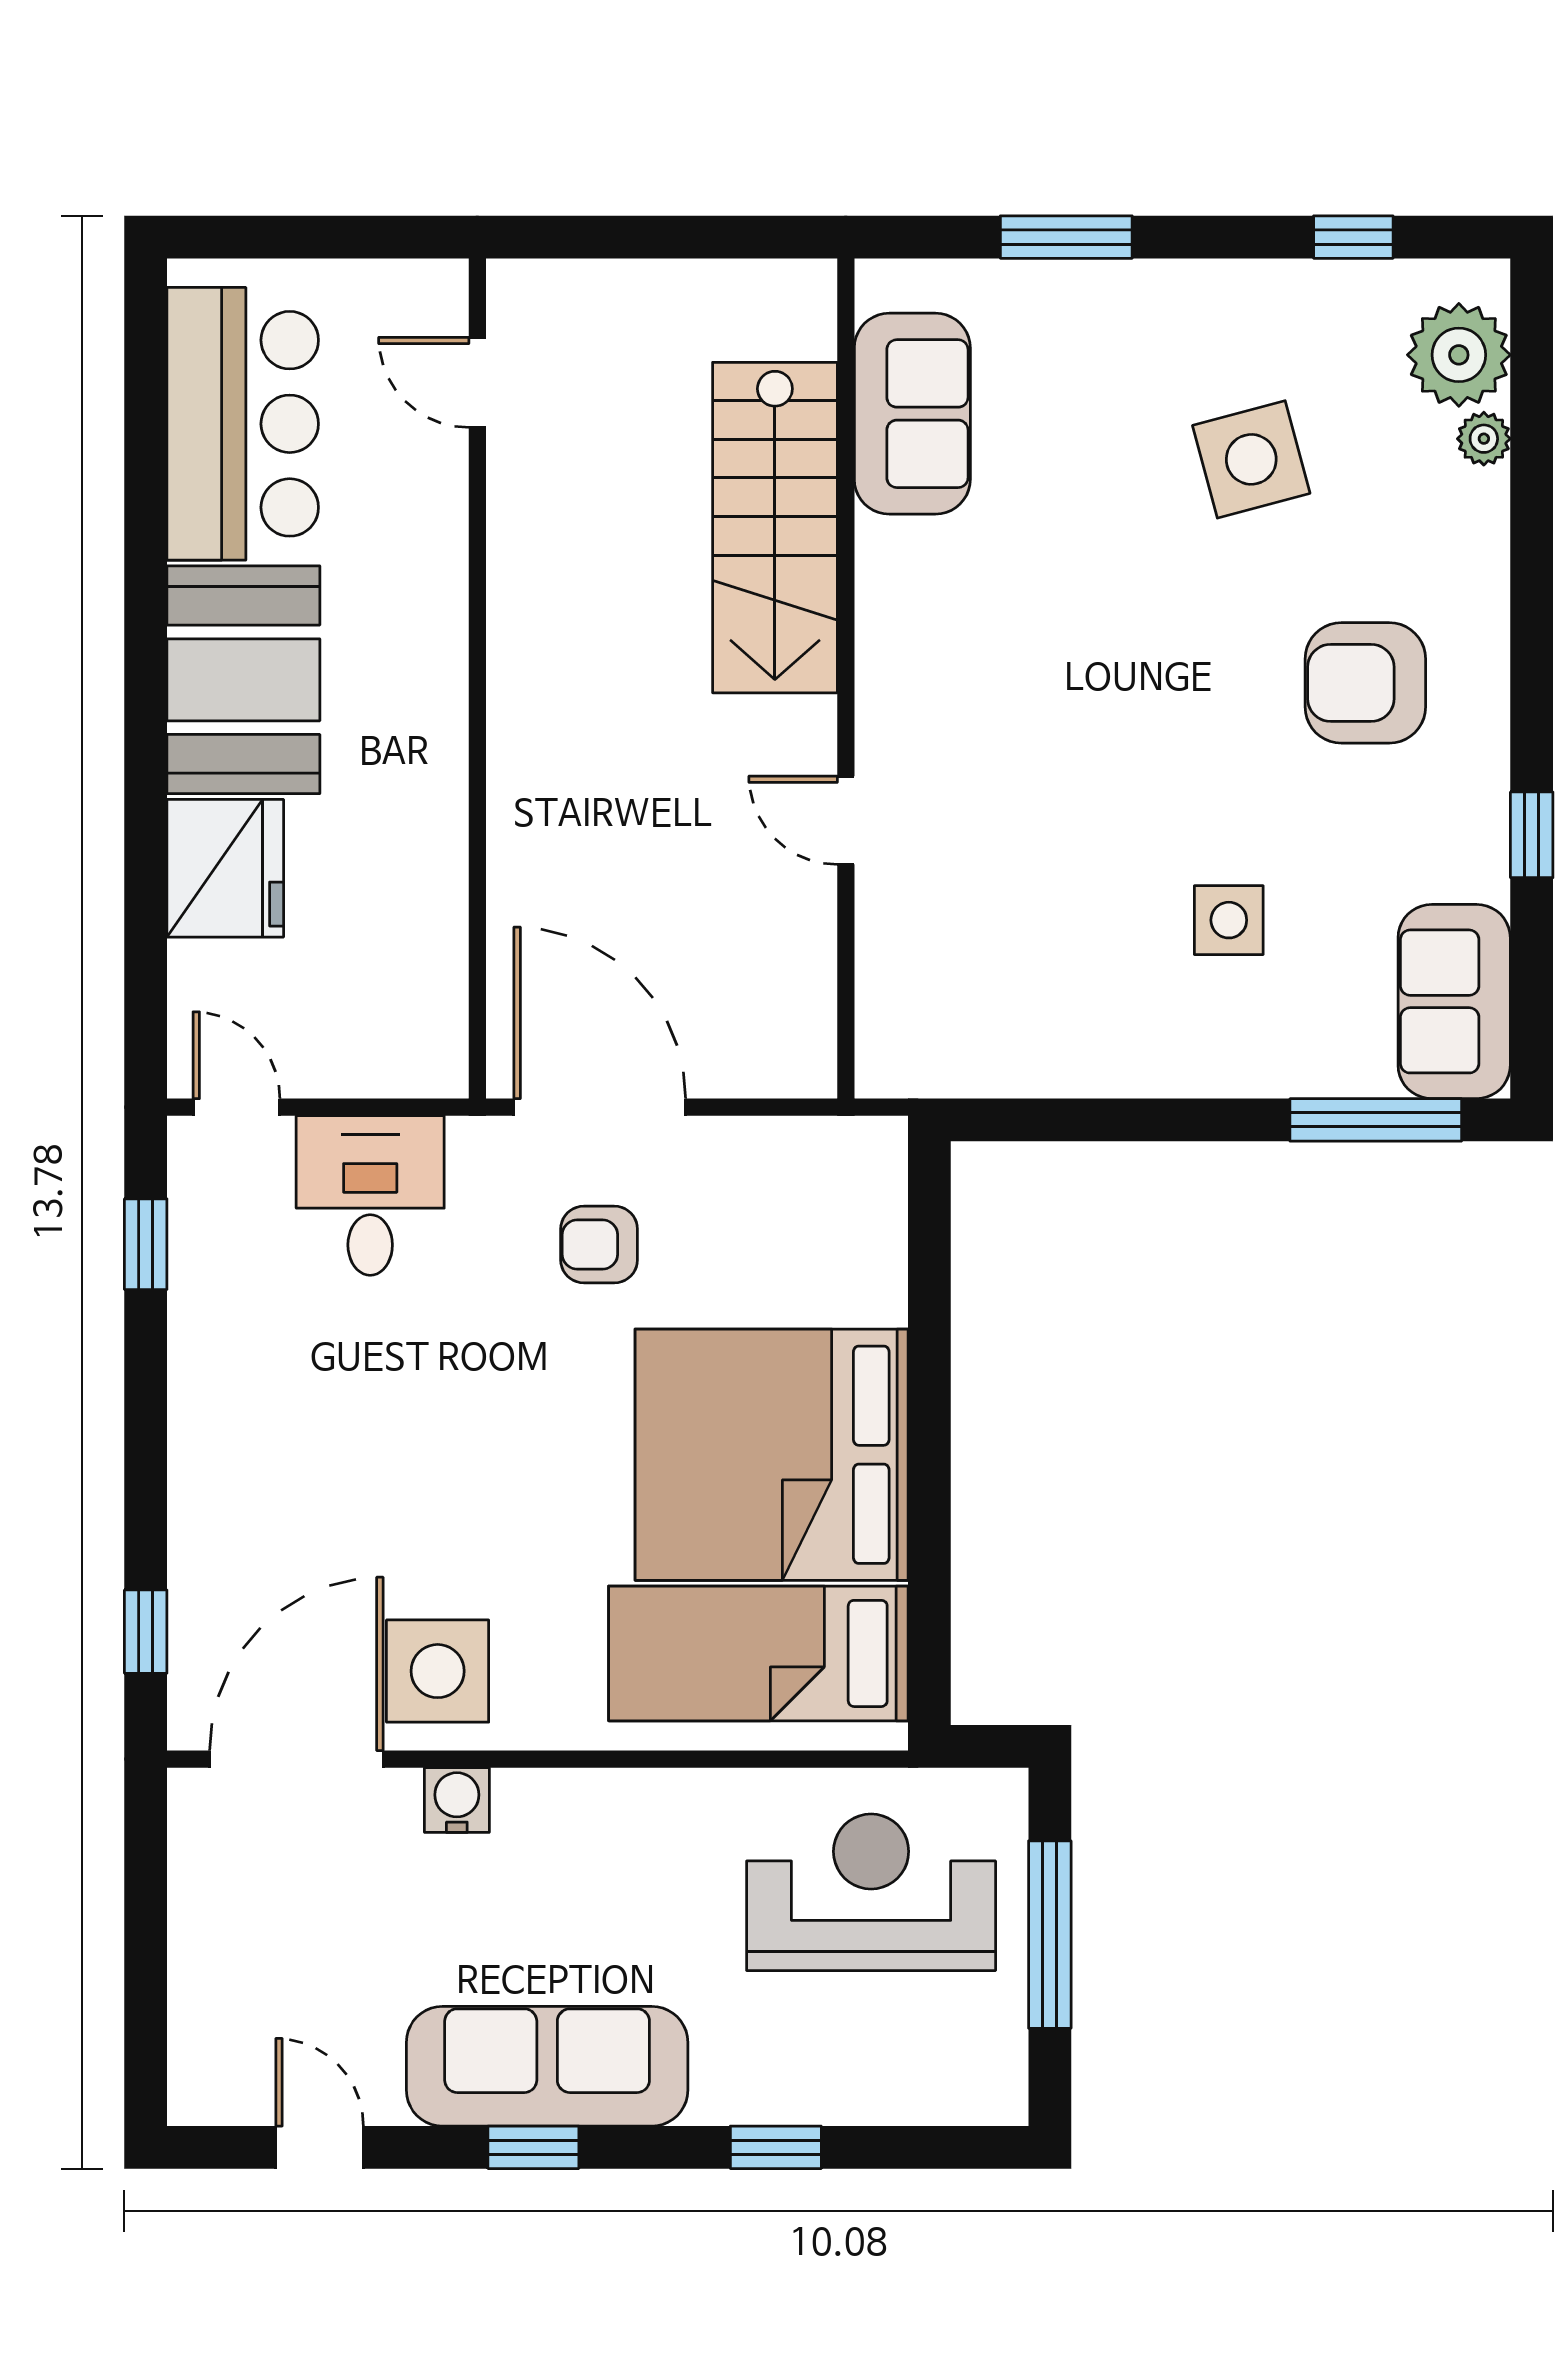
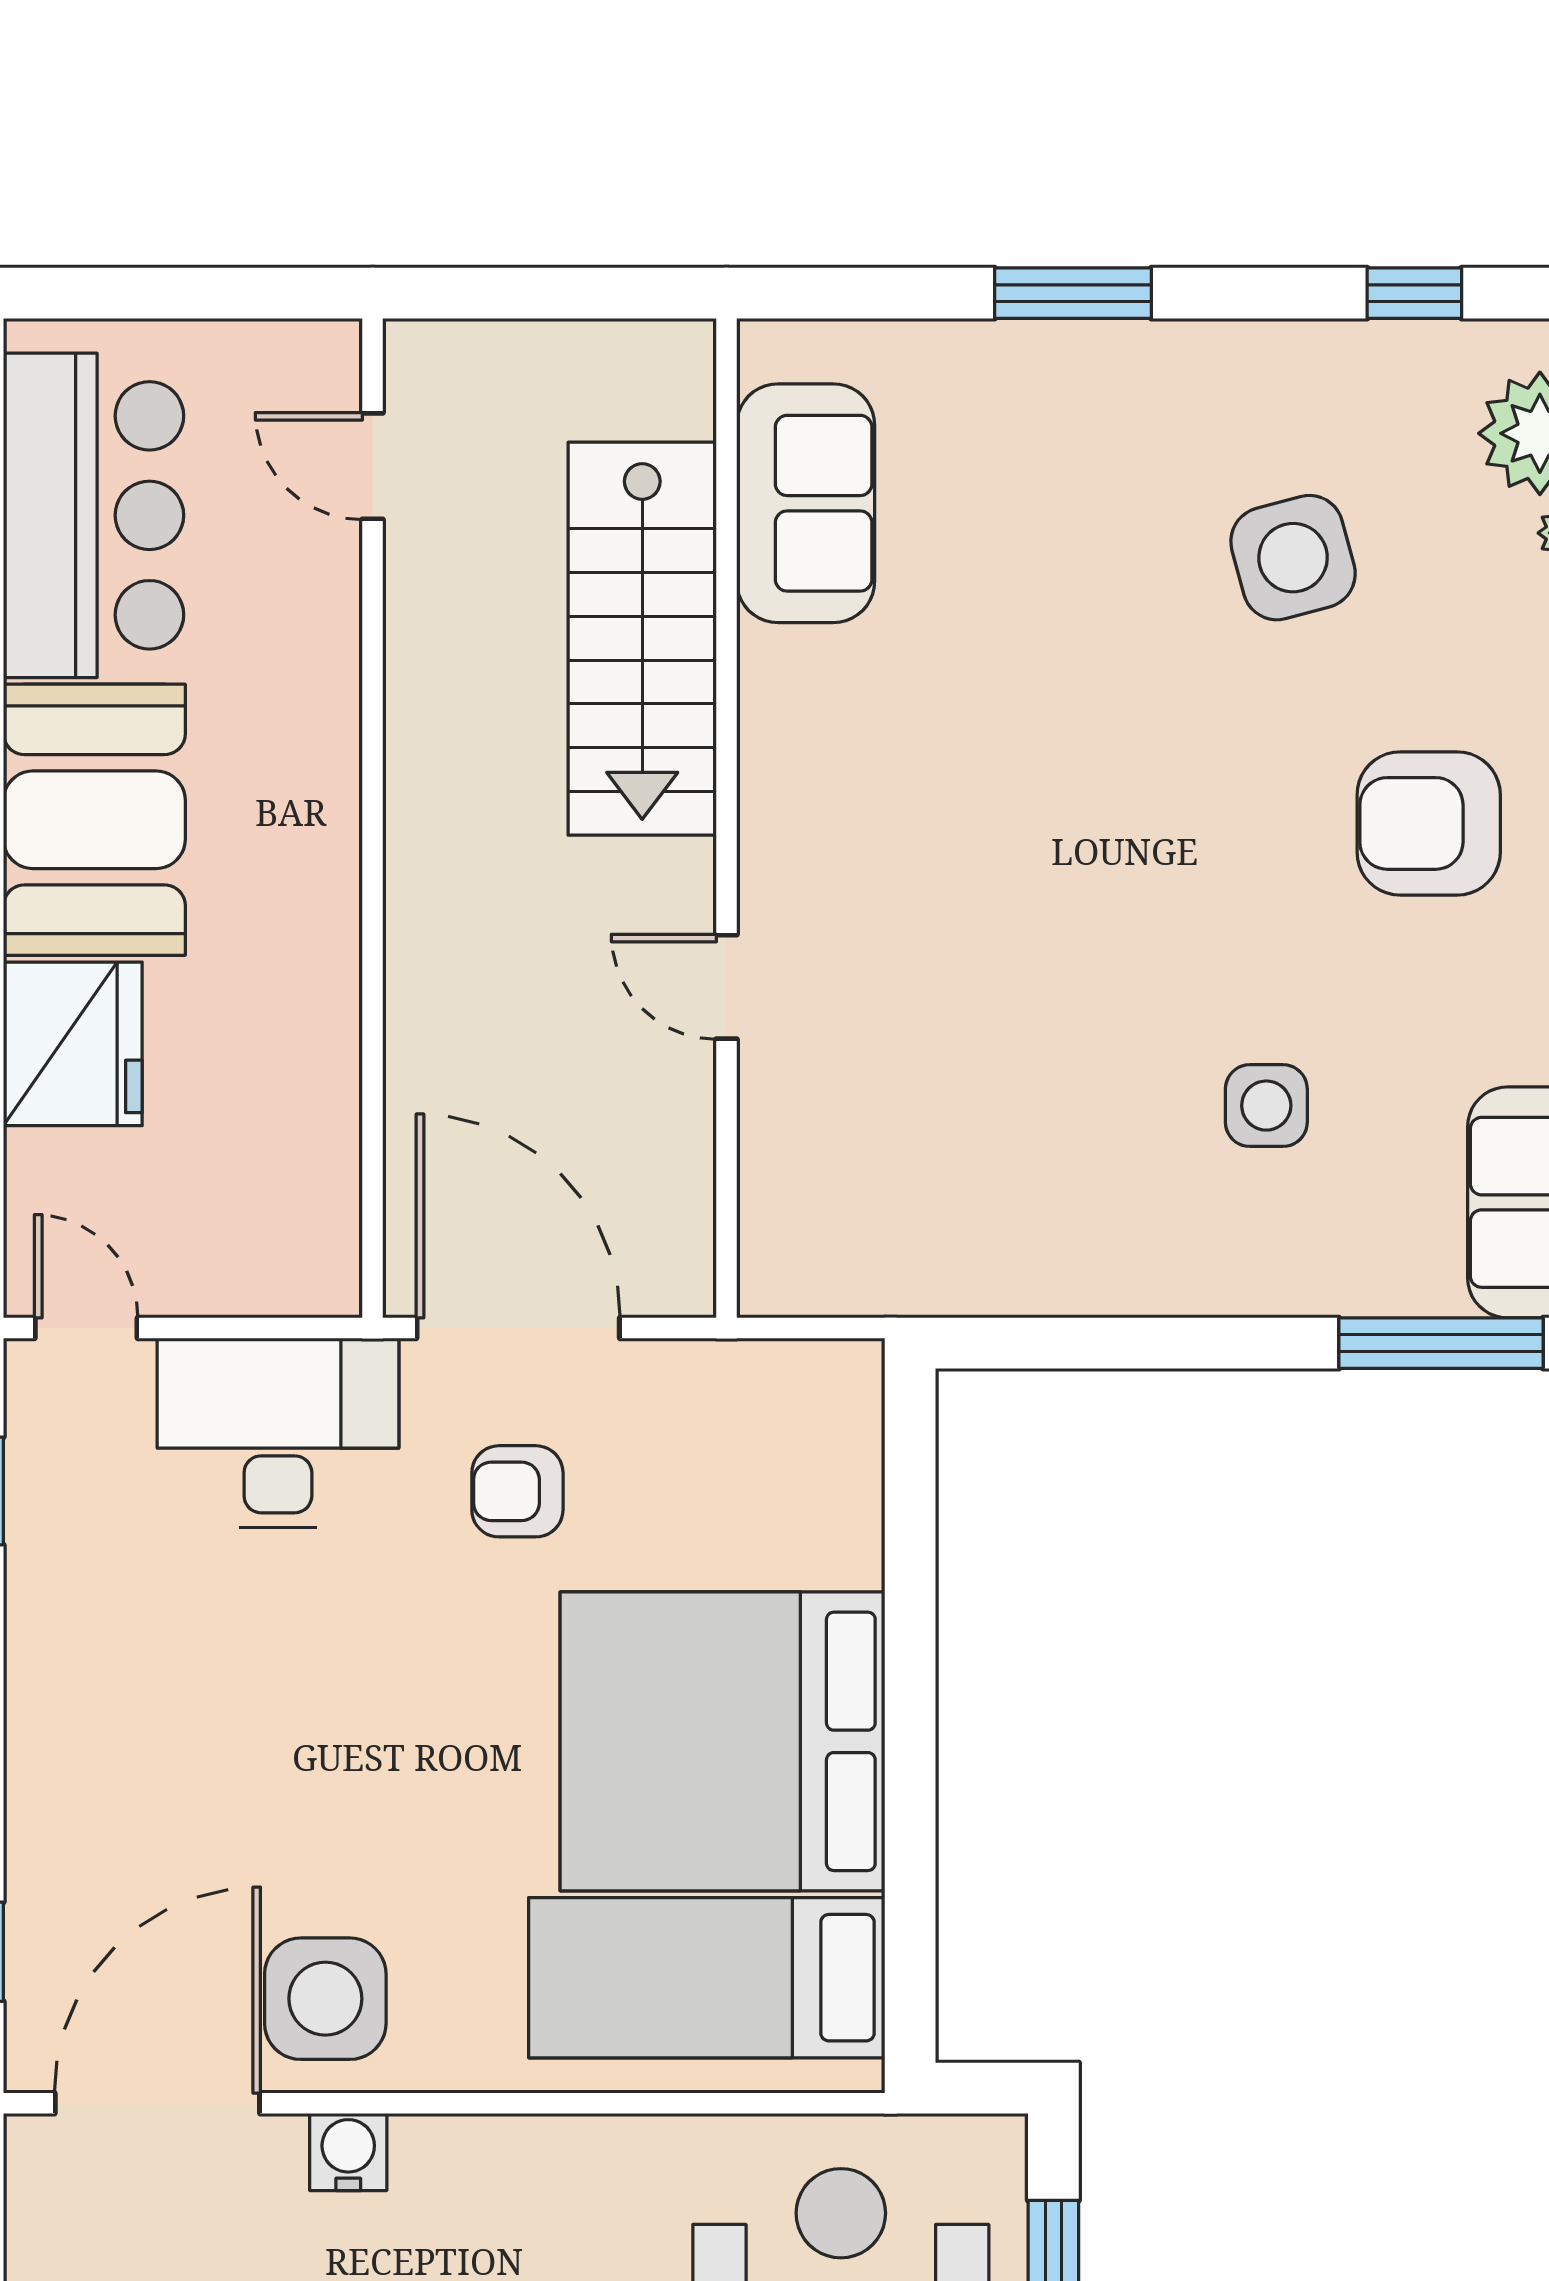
sofa: (912, 414) -> (806, 503), moved
stairs: (775, 528) -> (642, 639), moved
wall: (846, 678) -> (726, 818), moved
door: (846, 820) -> (726, 987), moved
desk: (370, 1195) -> (278, 1433), width x1.37

